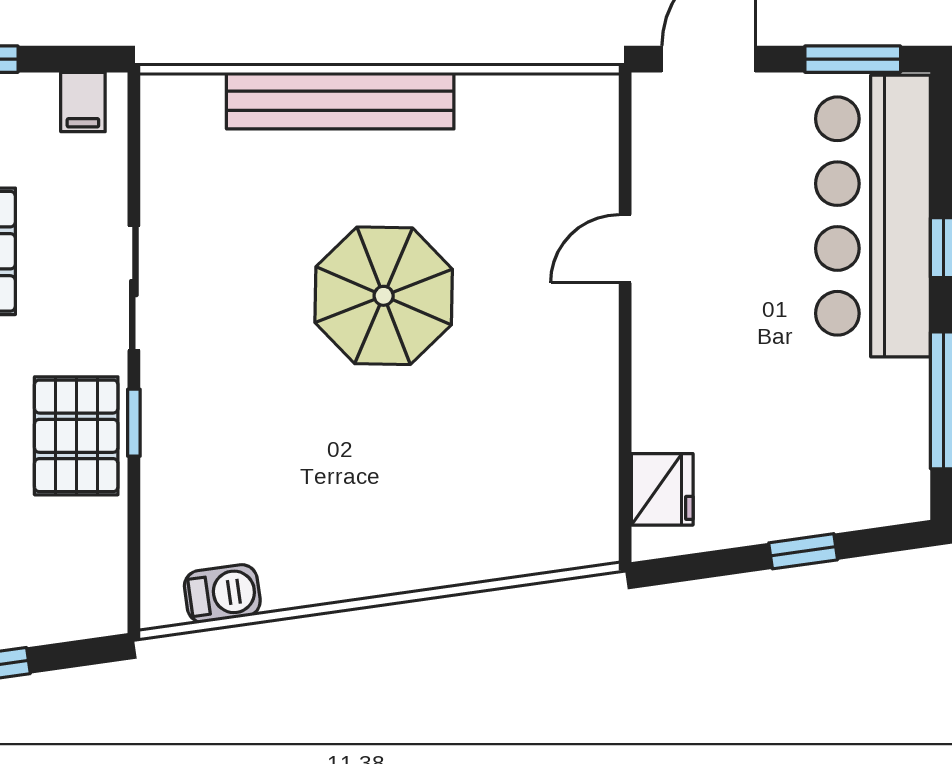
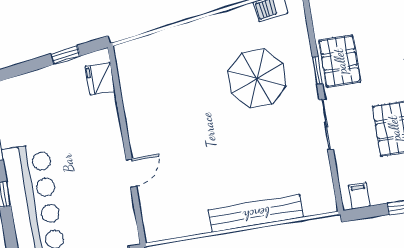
parasol: (384, 296) -> (257, 78), moved
window: (803, 551) -> (66, 55), moved

